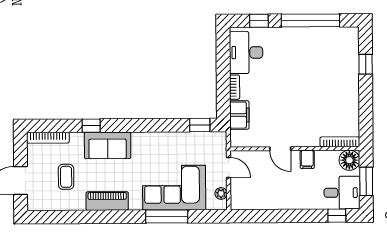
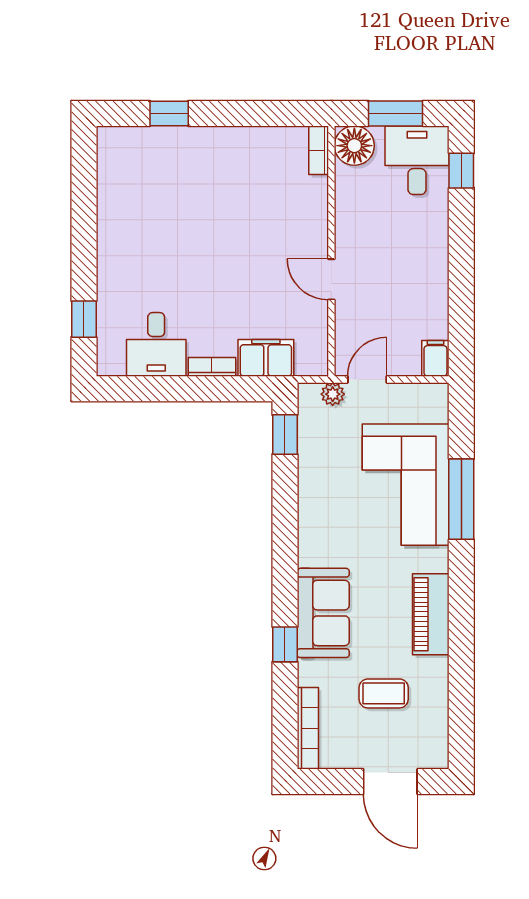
window: (310, 20) -> (84, 220), removed
desk: (246, 53) -> (156, 344), width x0.73
bookcase: (340, 142) -> (319, 150), width x0.64
door: (280, 149) -> (331, 279), swing flipped
filing cabinet: (307, 159) -> (435, 358), moved, turned -90
plant: (221, 193) -> (333, 394), moved

